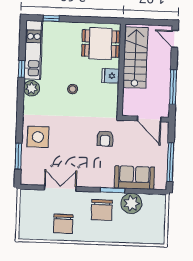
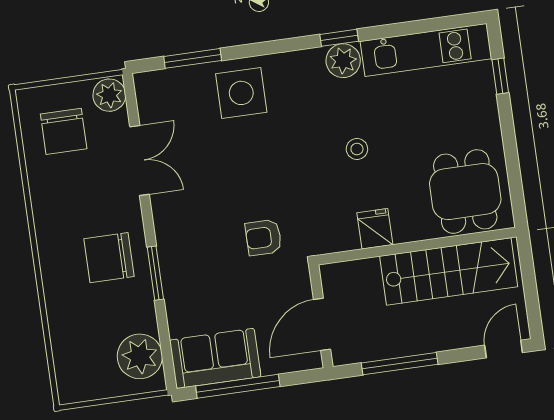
window: (22, 69) -> (339, 38), moved
fridge: (111, 76) -> (375, 229), moved
sofa: (134, 178) -> (215, 358), moved, turned -90
plant: (28, 197) -> (109, 95), added
plant: (131, 203) -> (140, 356), moved
chair: (63, 224) -> (64, 131), moved, turned -90

